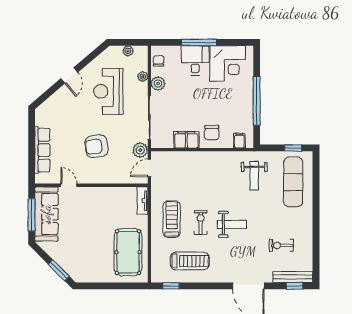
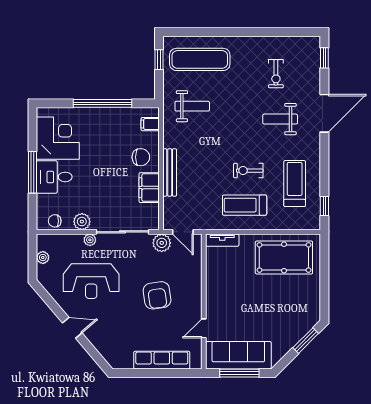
plant: (143, 77) -> (90, 240), moved
weight bench: (232, 224) -> (280, 119), moved, turned -90
bench: (293, 277) -> (170, 172), moved

